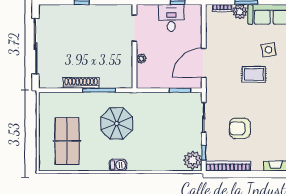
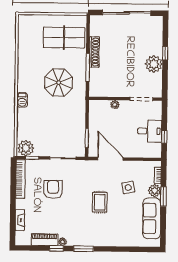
plant: (94, 14) -> (154, 64), added
side table: (269, 50) -> (128, 187), moved
table tennis table: (67, 141) -> (64, 38), moved
barbecue: (118, 165) -> (22, 100), moved

